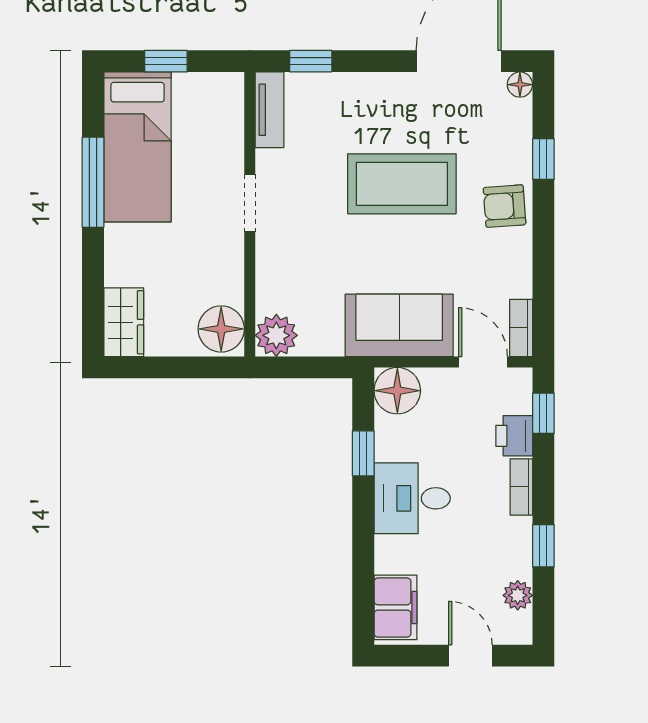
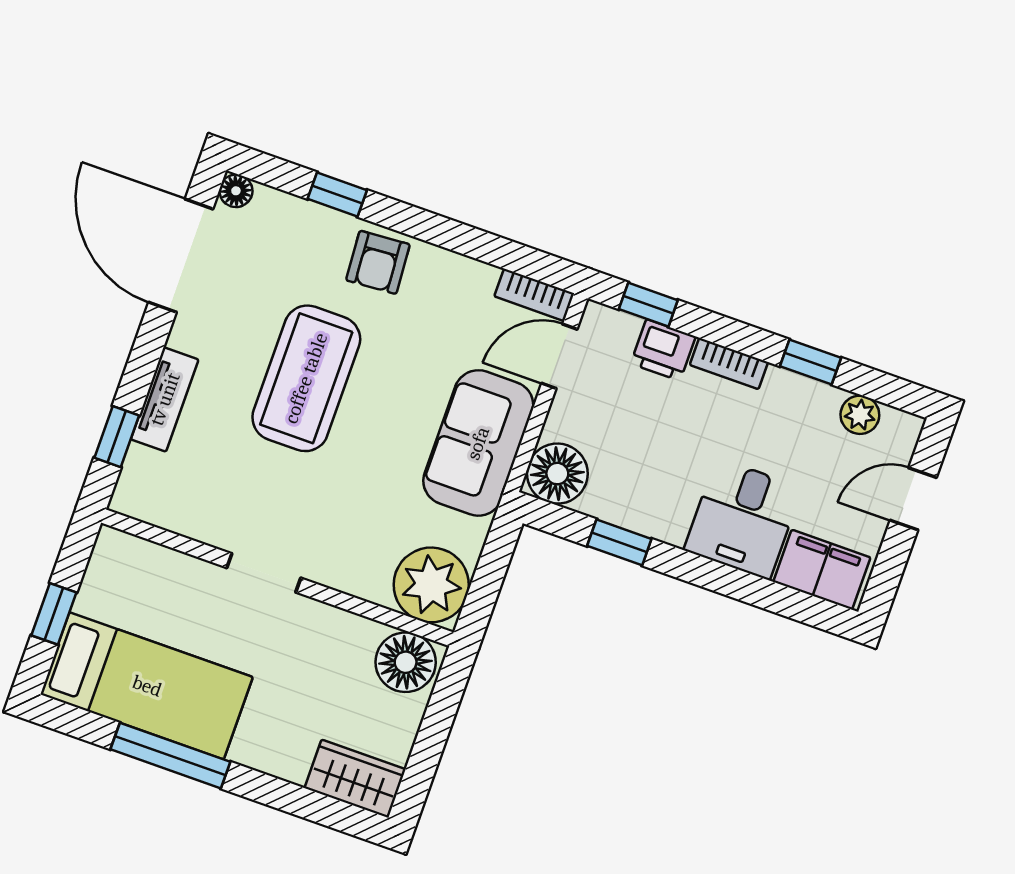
tv unit: (270, 110) -> (165, 399), moved, turned 90
plant: (276, 335) -> (431, 585), width x1.36, depth x1.36
desk: (412, 498) -> (743, 519), moved

